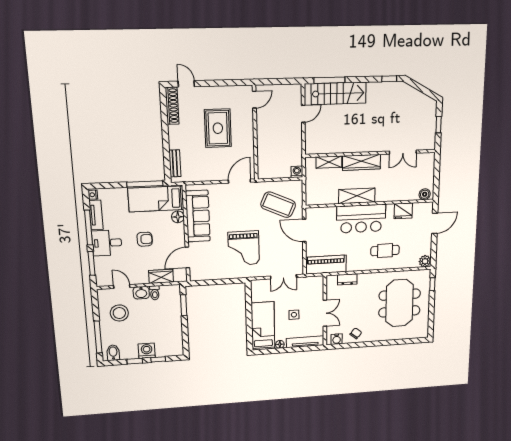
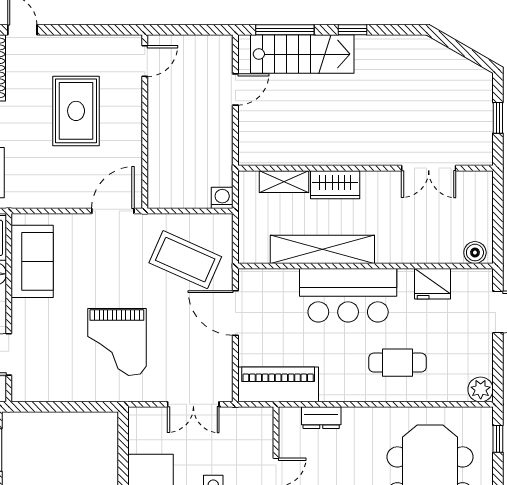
window: (389, 79) -> (353, 30), moved
wardrobe: (361, 162) -> (335, 185), width x0.67
shelving: (357, 196) -> (322, 249), width x1.47
sofa: (198, 216) -> (32, 261), width x0.73

